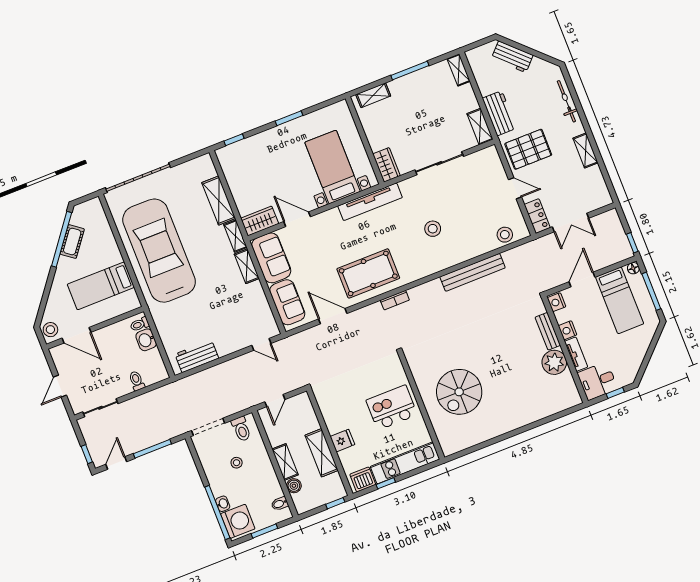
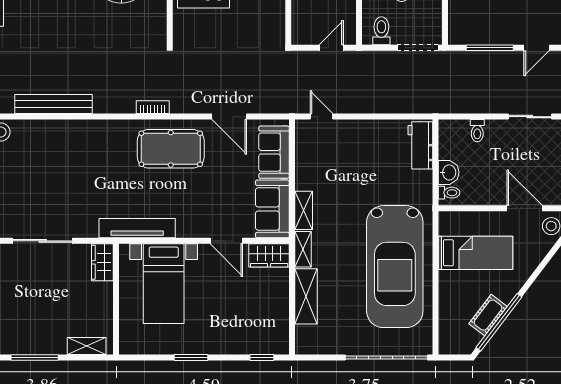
stool: (433, 229) -> (79, 170), removed
workbench: (197, 356) -> (420, 145), moved, turned 90

